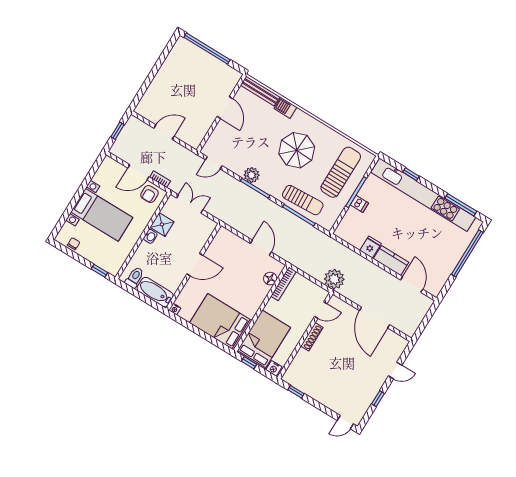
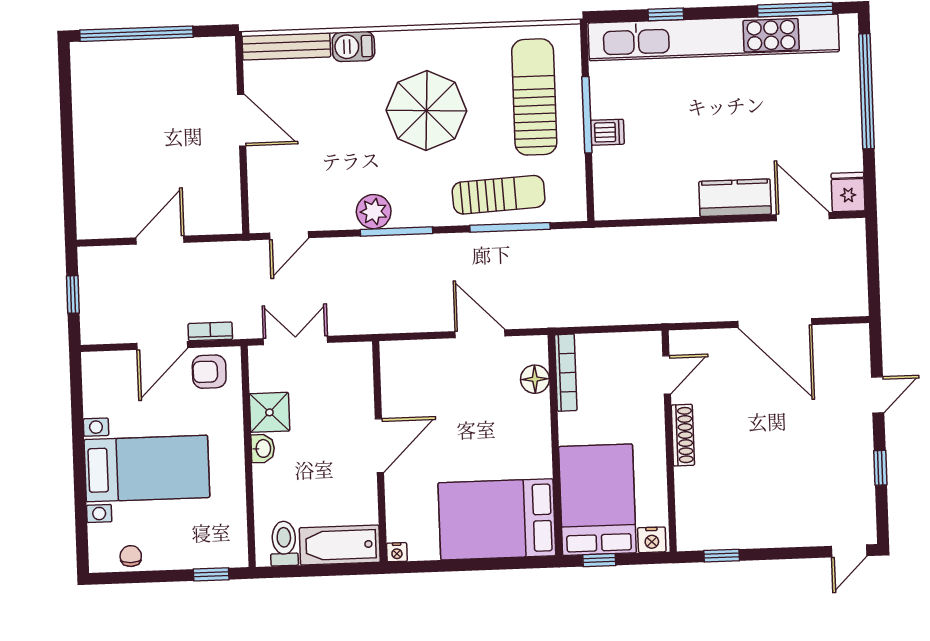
armchair: (150, 194) -> (209, 372), turned 90
fridge: (371, 247) -> (848, 192), moved
plant: (334, 279) -> (653, 302), removed

